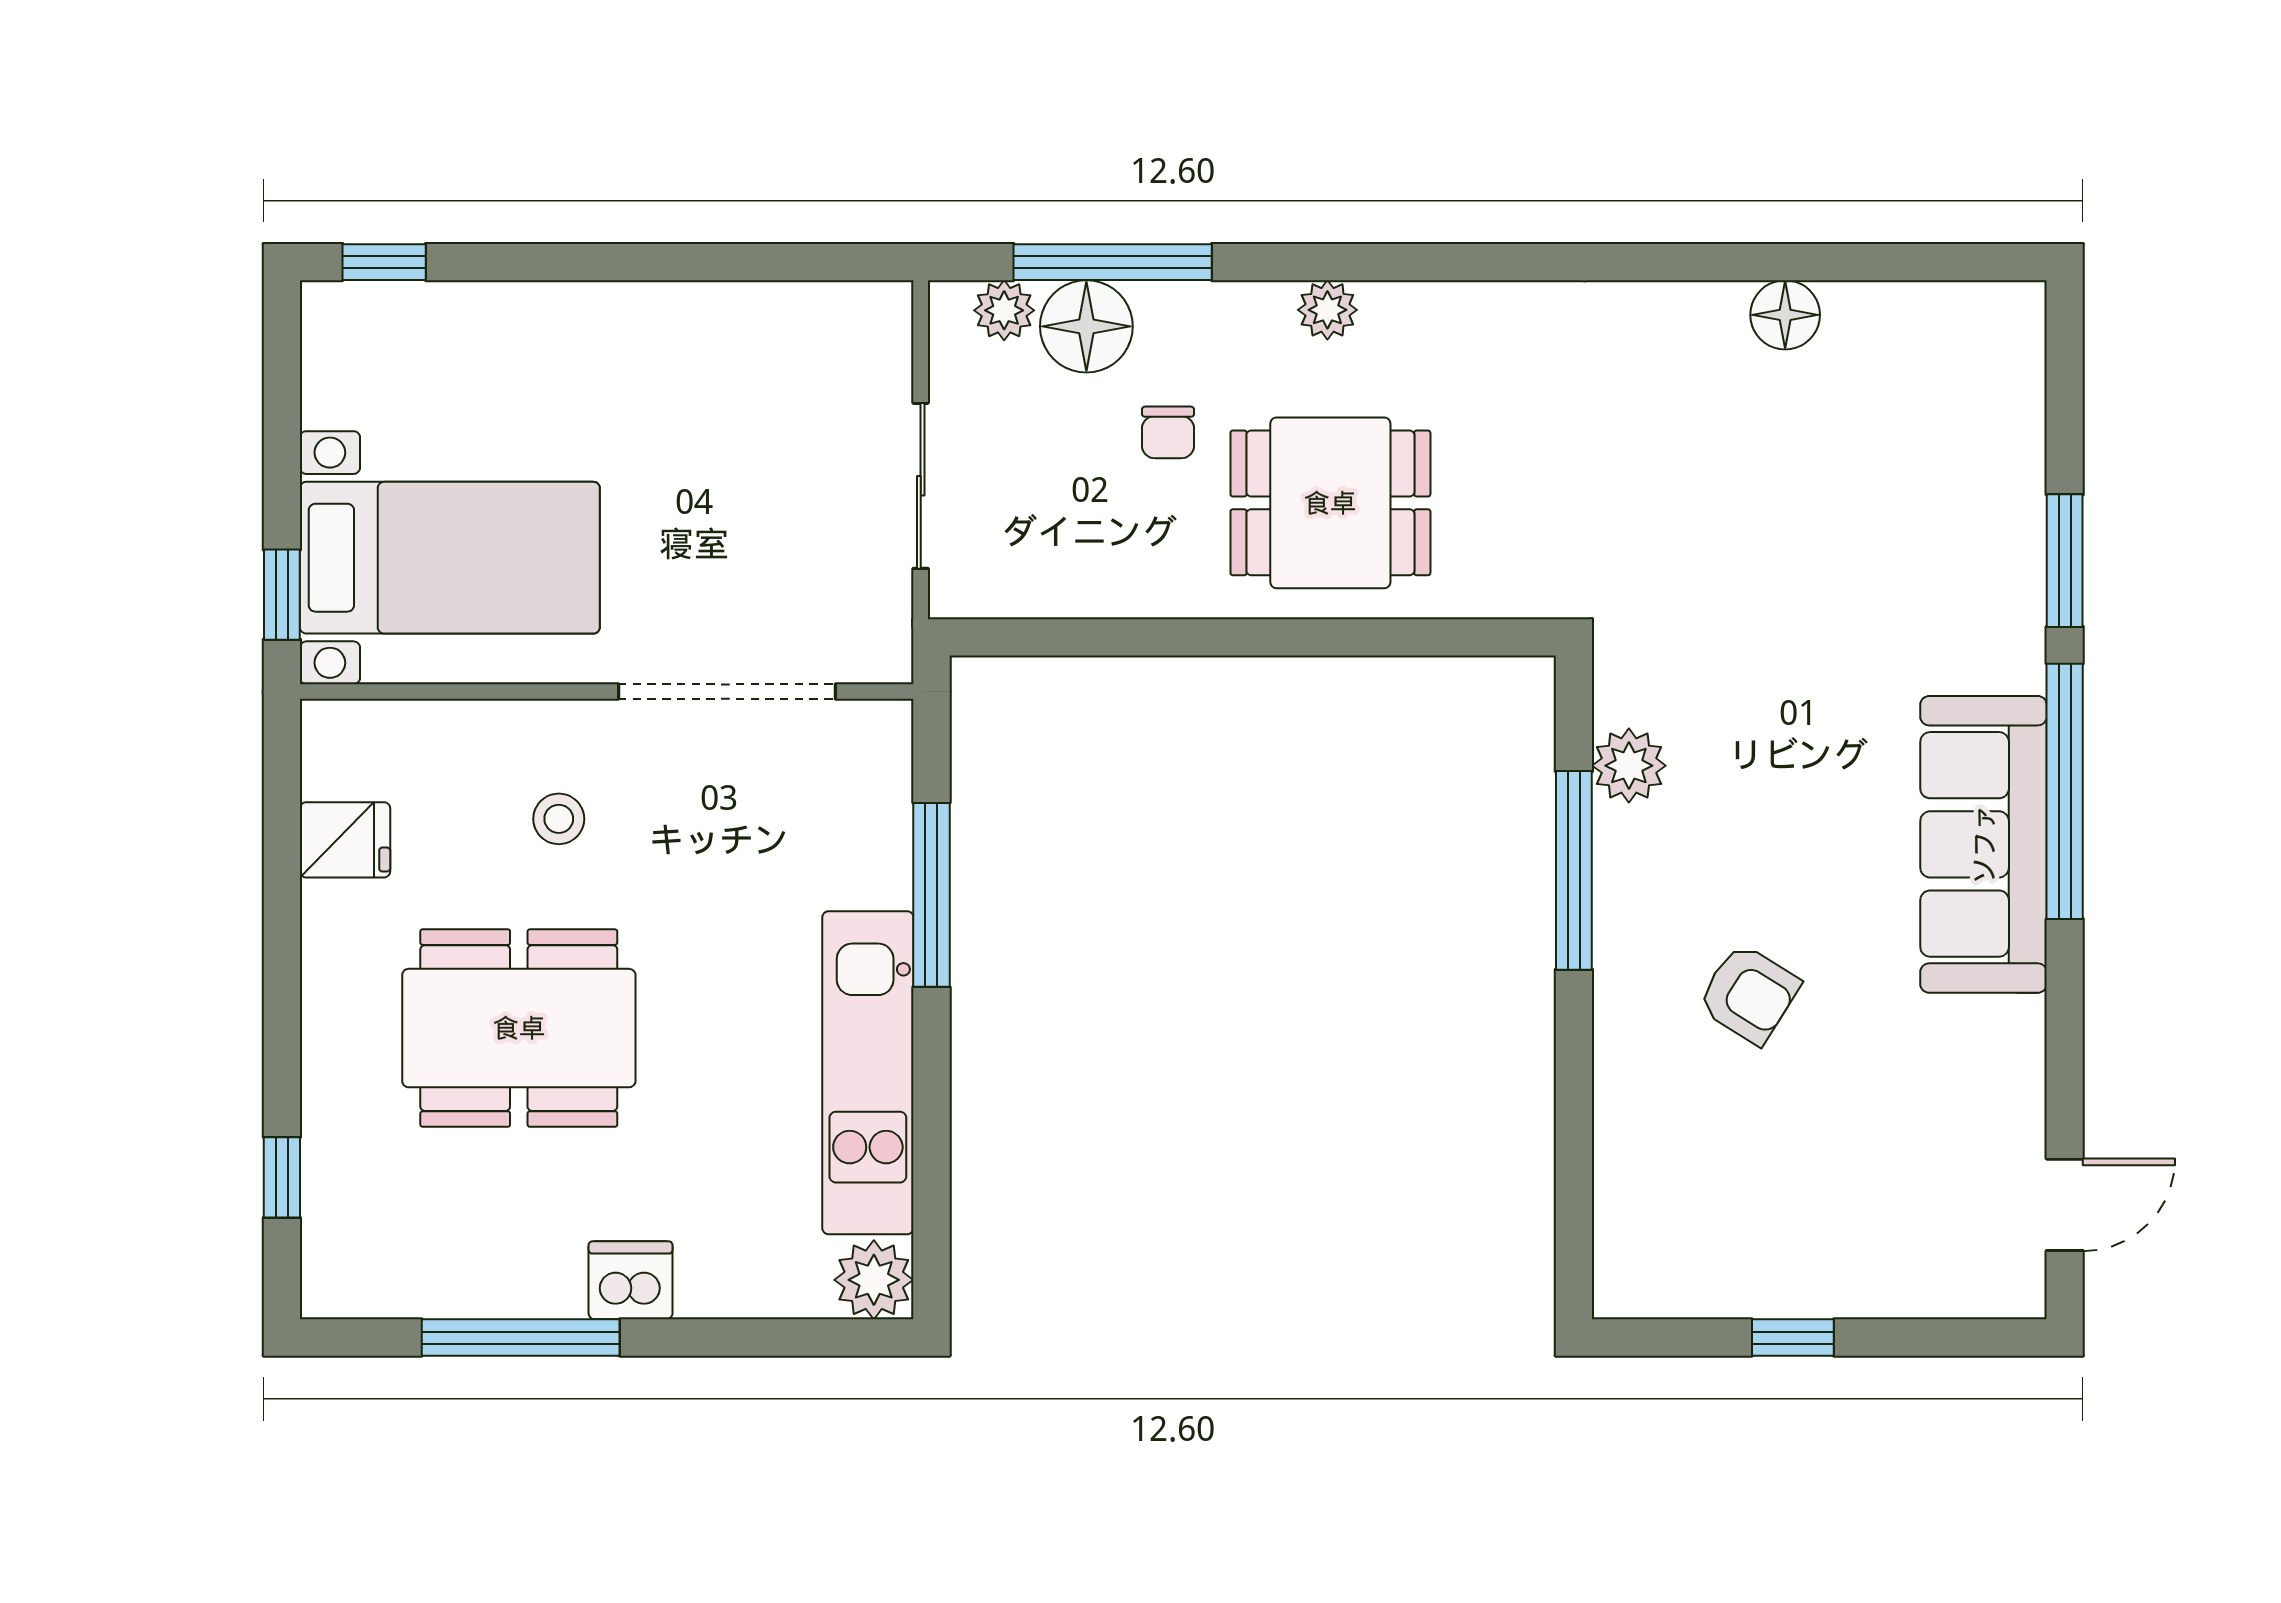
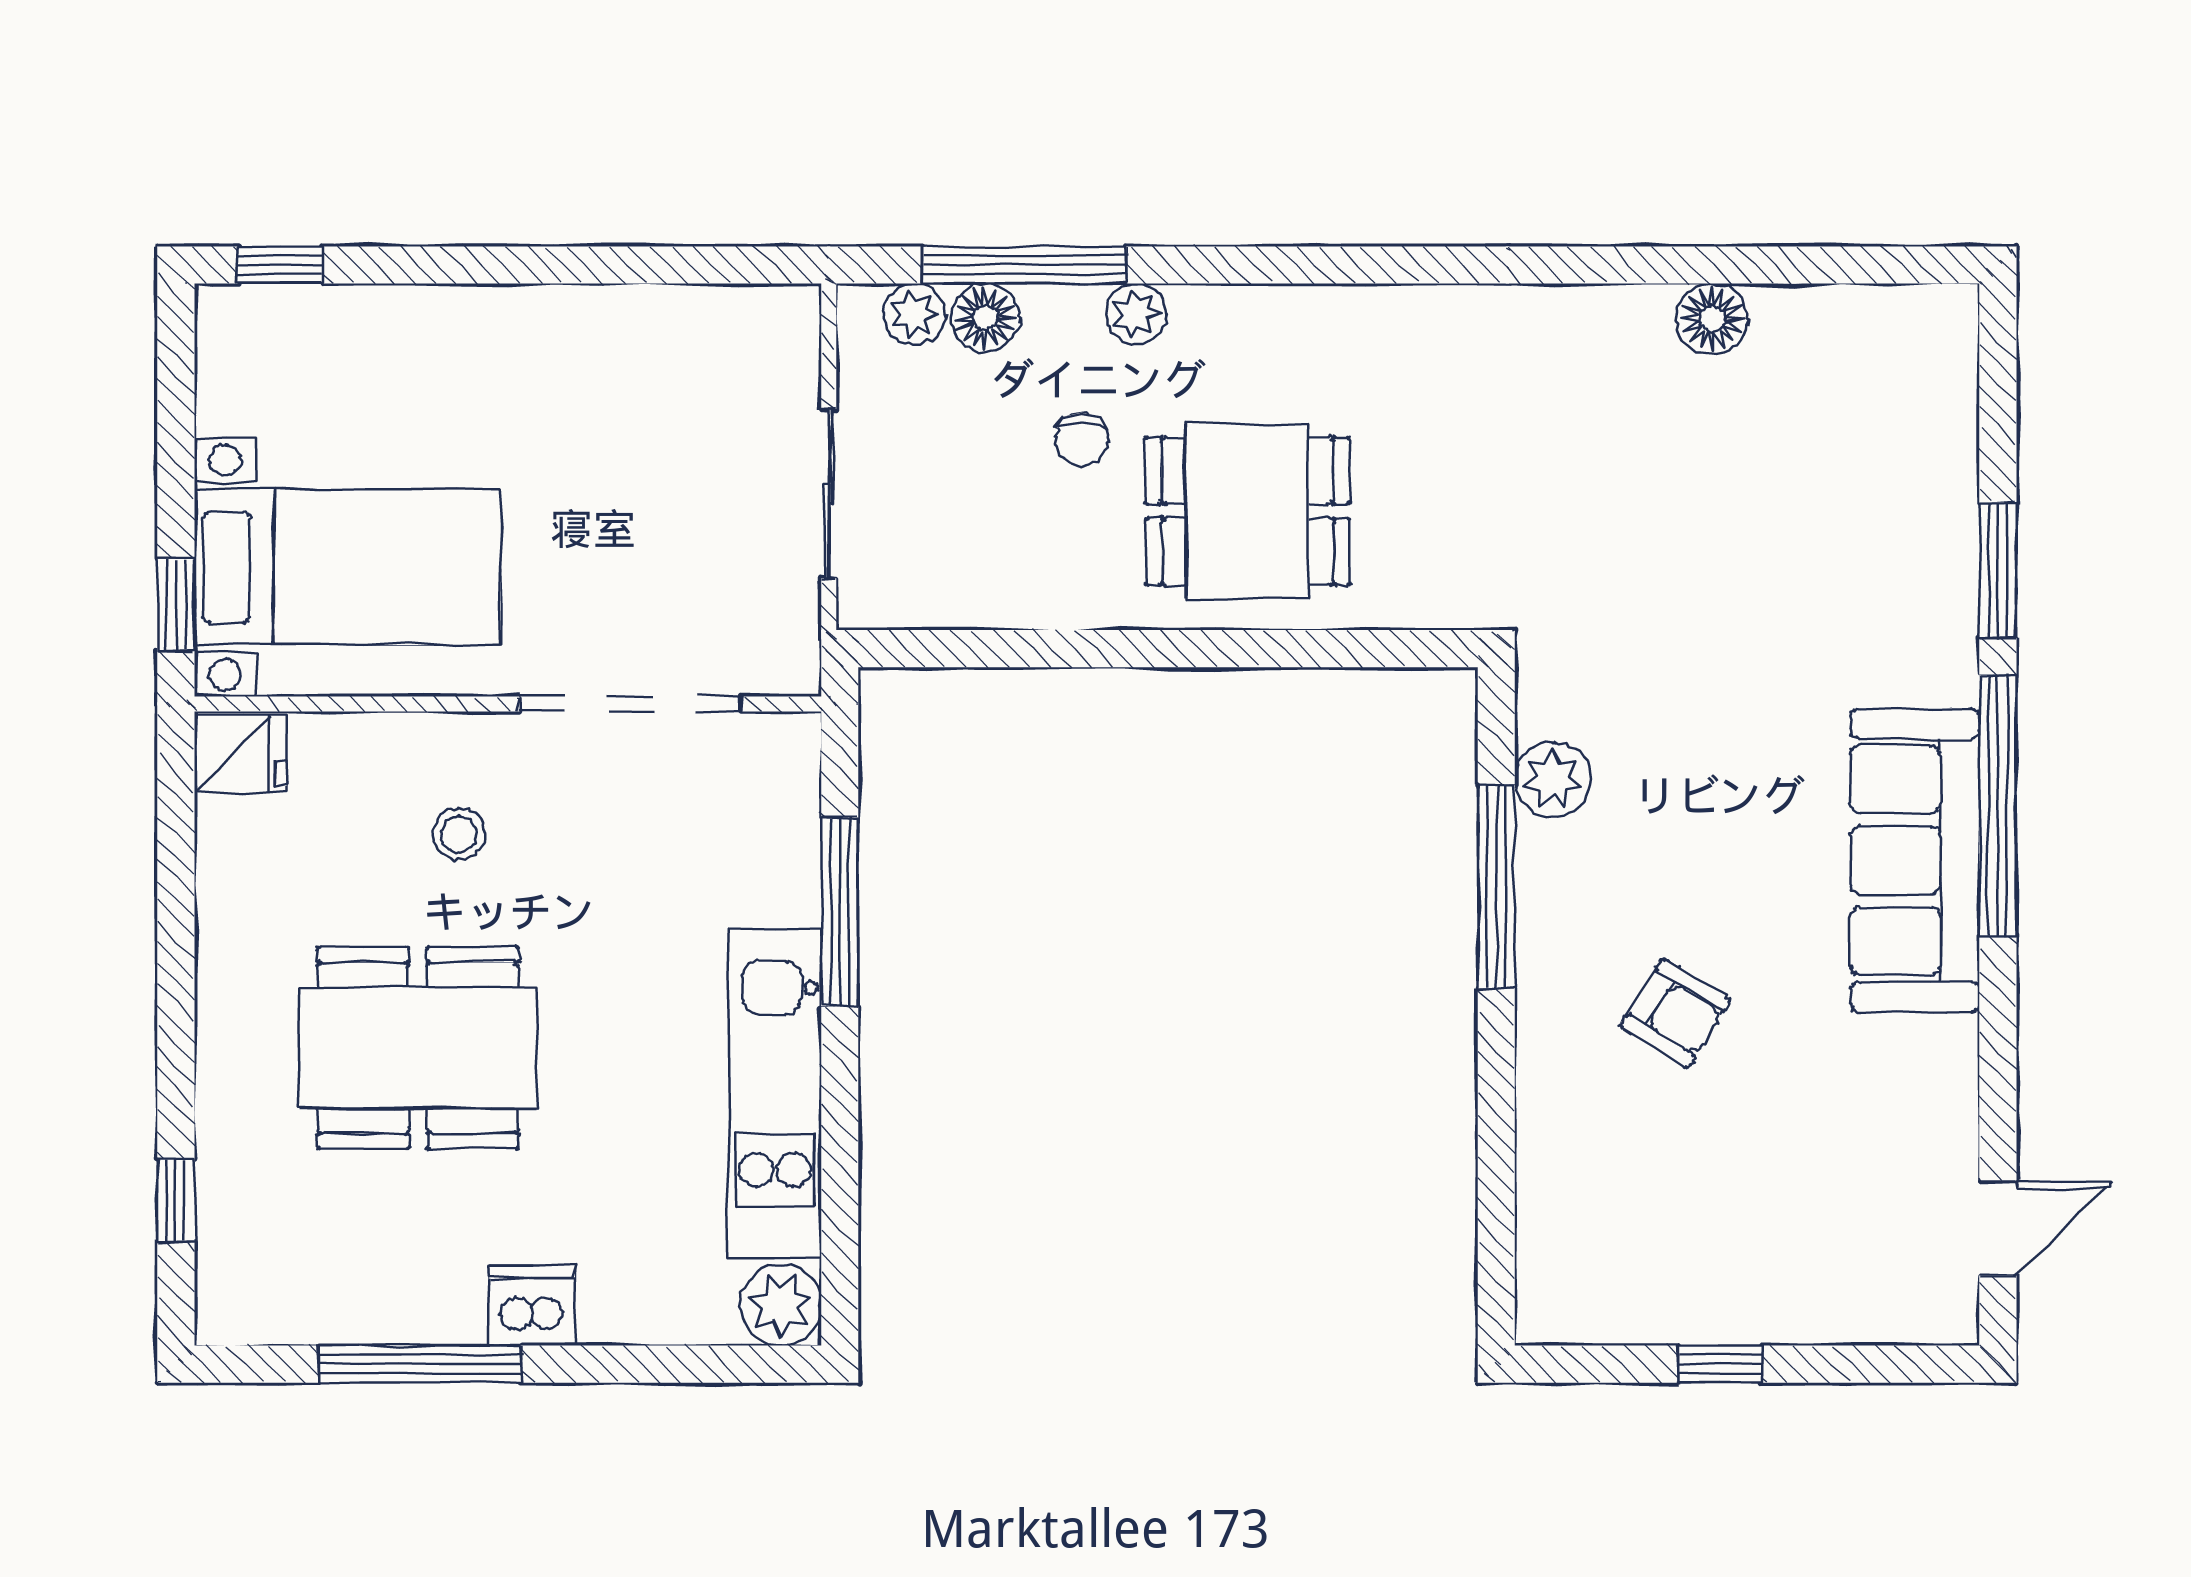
plant: (1327, 310) -> (1136, 314), moved
floor lamp: (1086, 326) -> (985, 318), width x0.73, depth x0.73
fridge: (345, 840) -> (240, 753), moved

